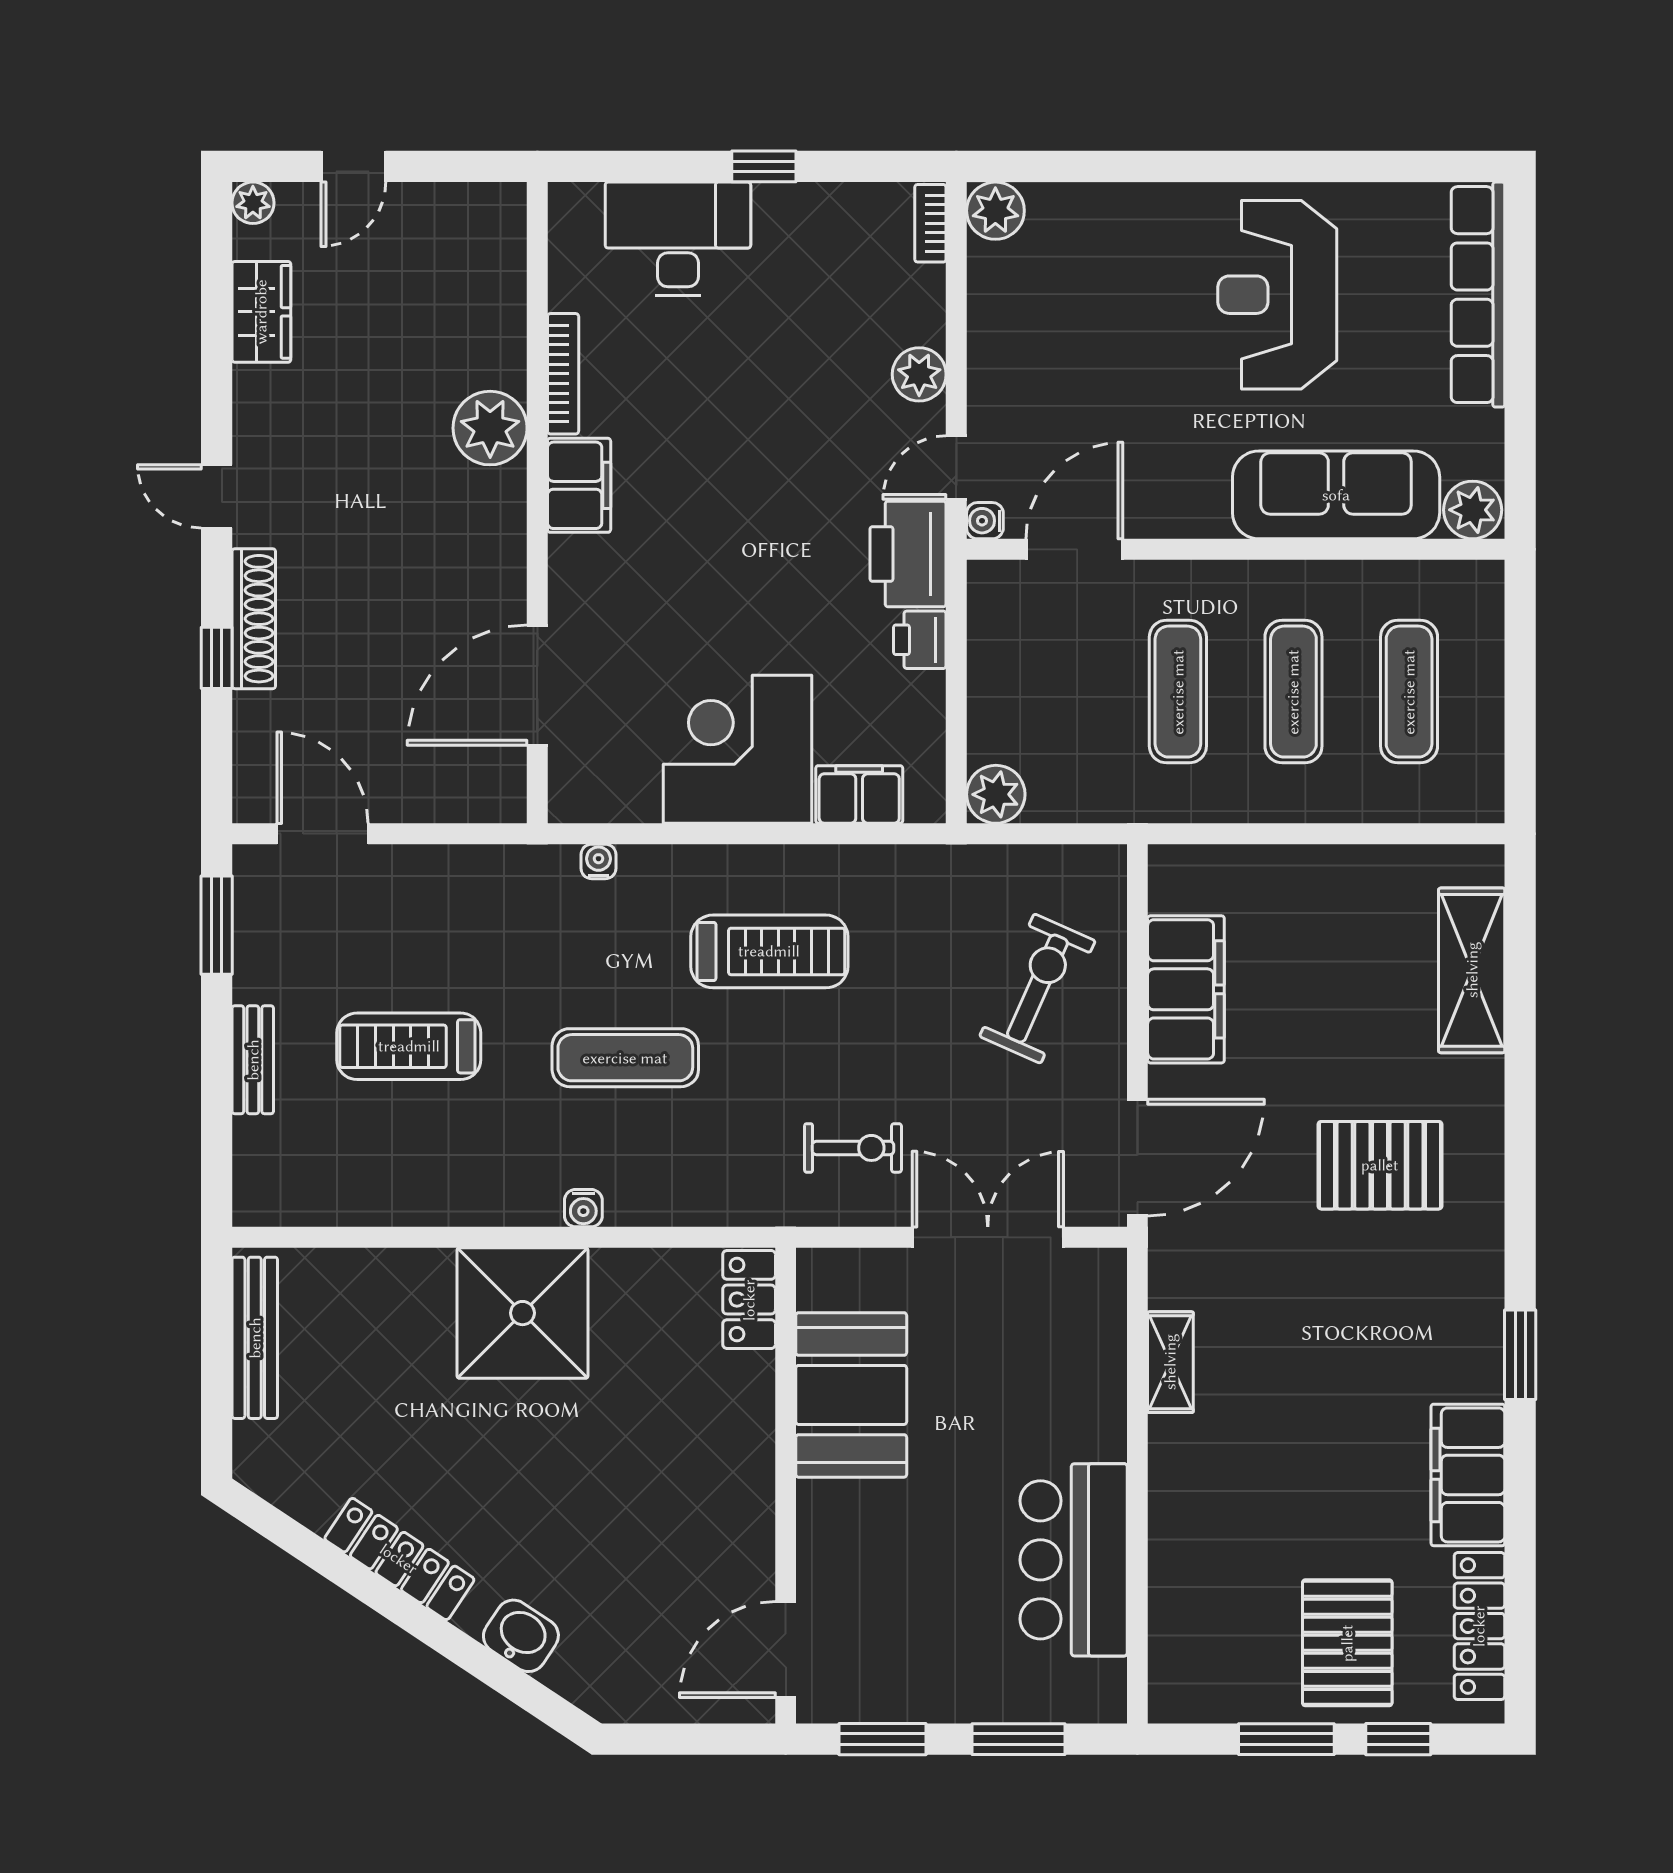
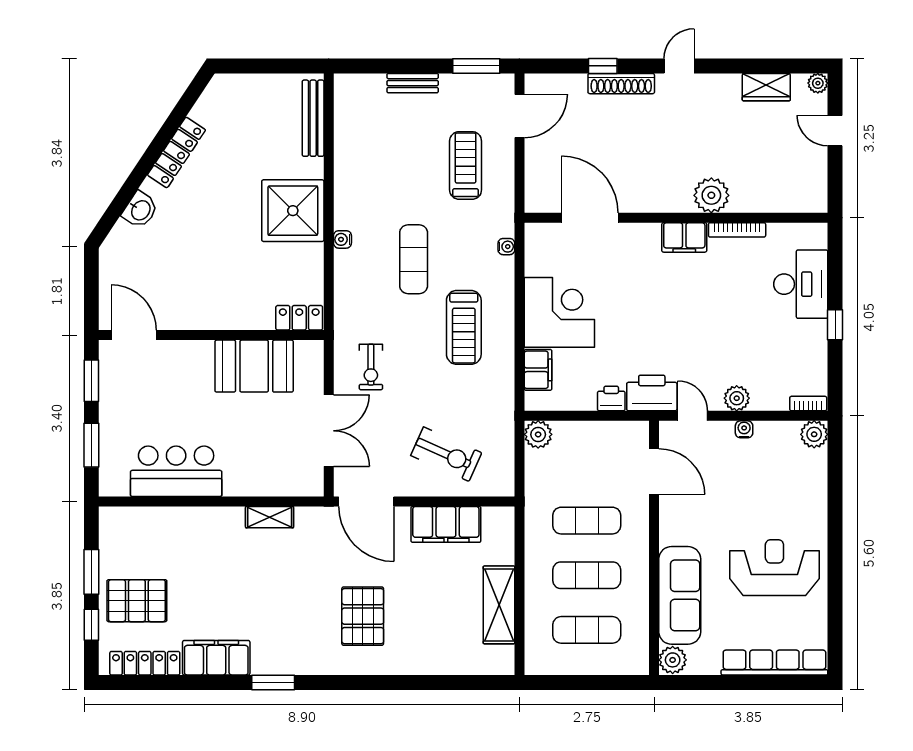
water cooler: (985, 521) -> (744, 429), moved
shelving: (1472, 970) -> (499, 605), moved, turned 90
treadmill: (409, 1046) -> (466, 165), moved
bench: (255, 1338) -> (313, 118), moved, turned 90

